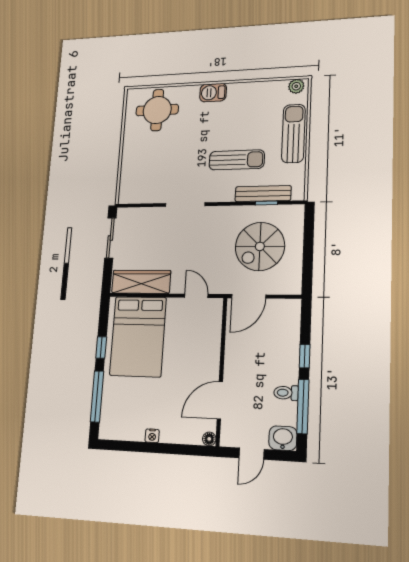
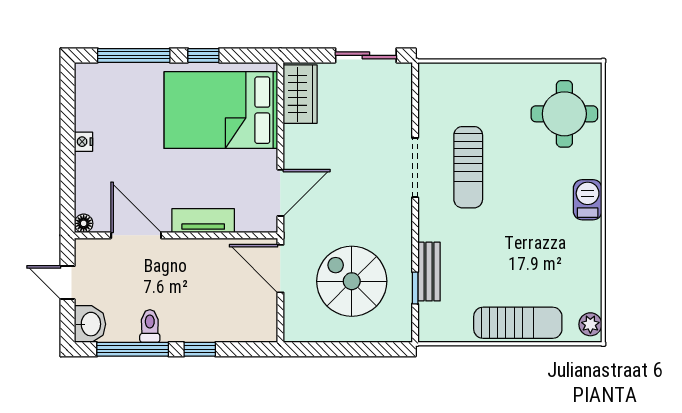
sun lounger: (237, 160) -> (468, 167), moved
bench: (263, 194) -> (429, 272), width x0.73
wardrobe: (141, 282) -> (300, 94), width x0.67
door: (196, 296) -> (280, 193), width x1.38
tv unit: (212, 351) -> (203, 221), added

